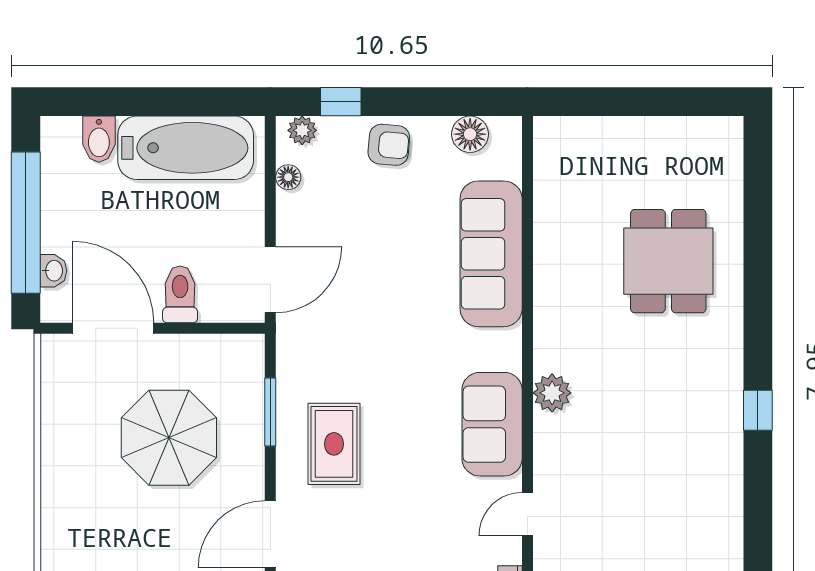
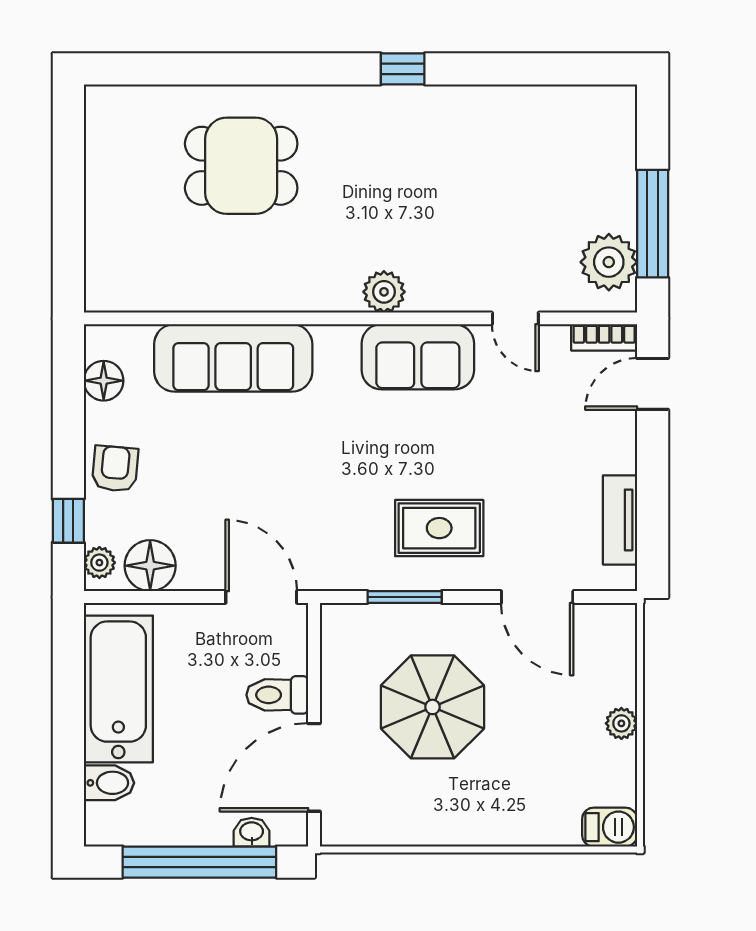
floor lamp: (288, 177) -> (150, 566), width x1.89, depth x1.89

